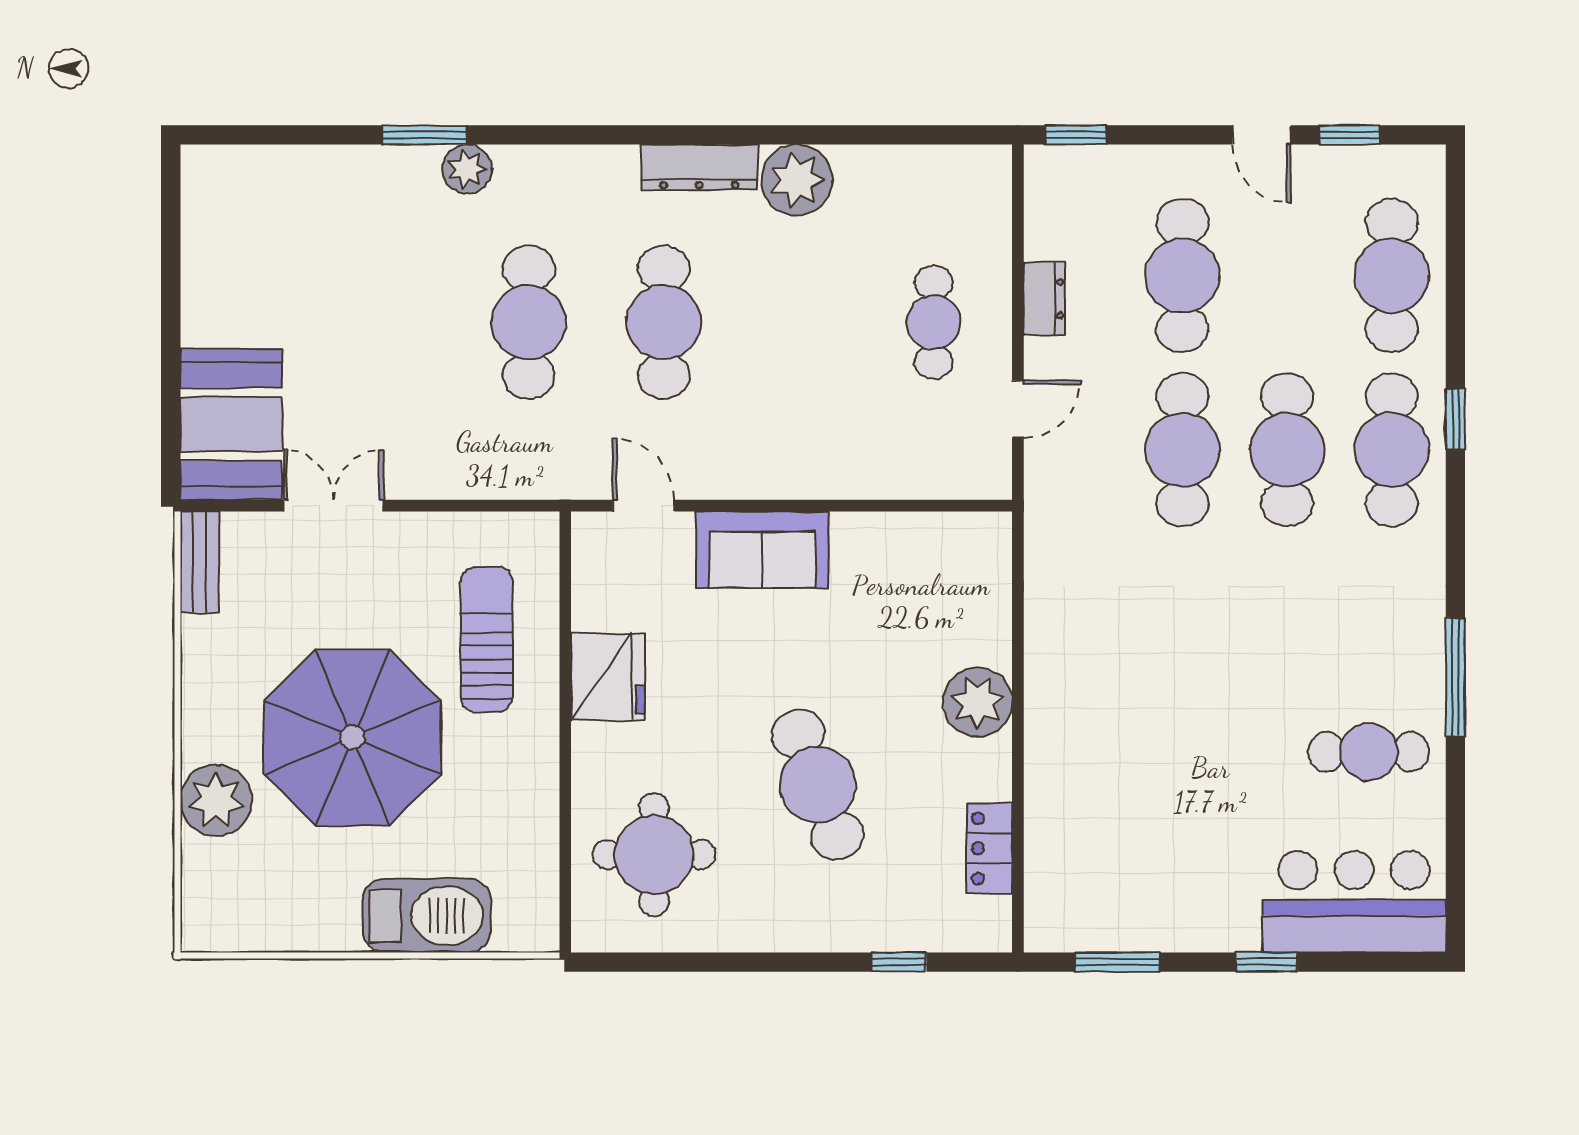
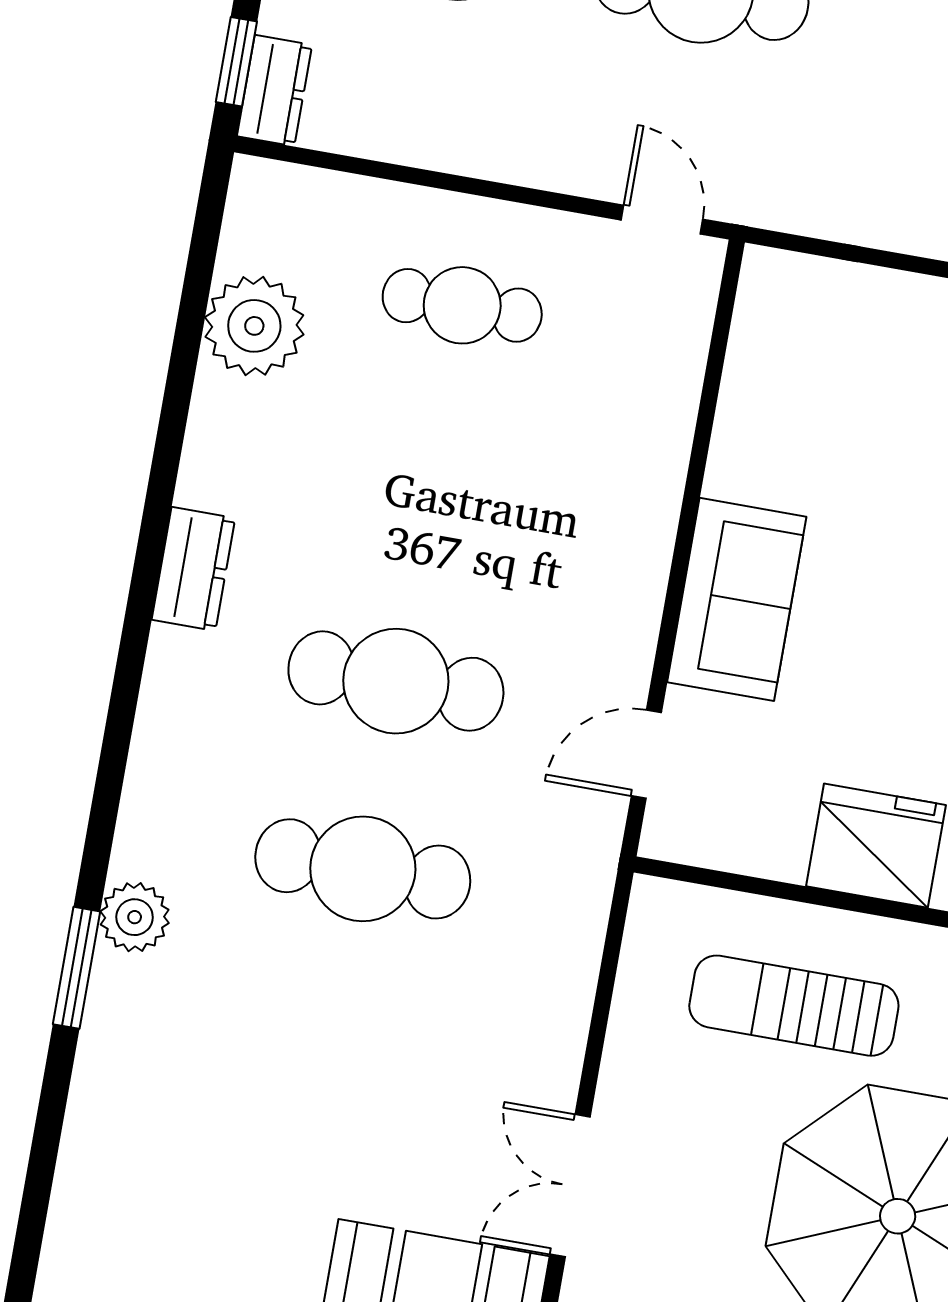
dresser: (699, 167) -> (193, 569), width x0.70
plant: (797, 180) -> (254, 326), moved
dresser: (1044, 299) -> (274, 91), moved, turned 90
door: (1018, 409) -> (662, 220), moved

